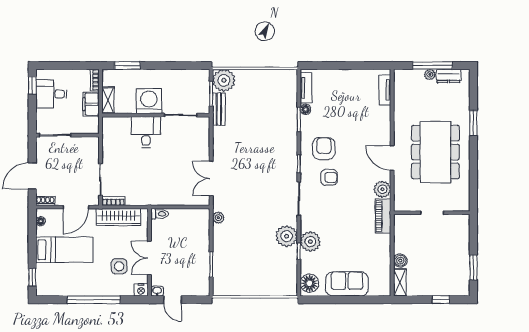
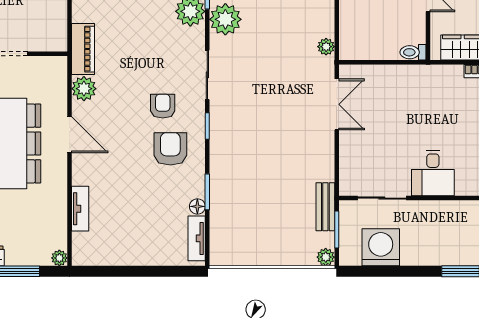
plant: (430, 75) -> (59, 258), moved
plant: (224, 80) -> (326, 257), width x0.53, depth x0.53
tv unit: (385, 90) -> (80, 209), moved
washing machine: (149, 101) -> (381, 247), moved, turned 180
armchair: (324, 148) -> (170, 149), turned 180
armchair: (329, 177) -> (163, 106), turned 90

